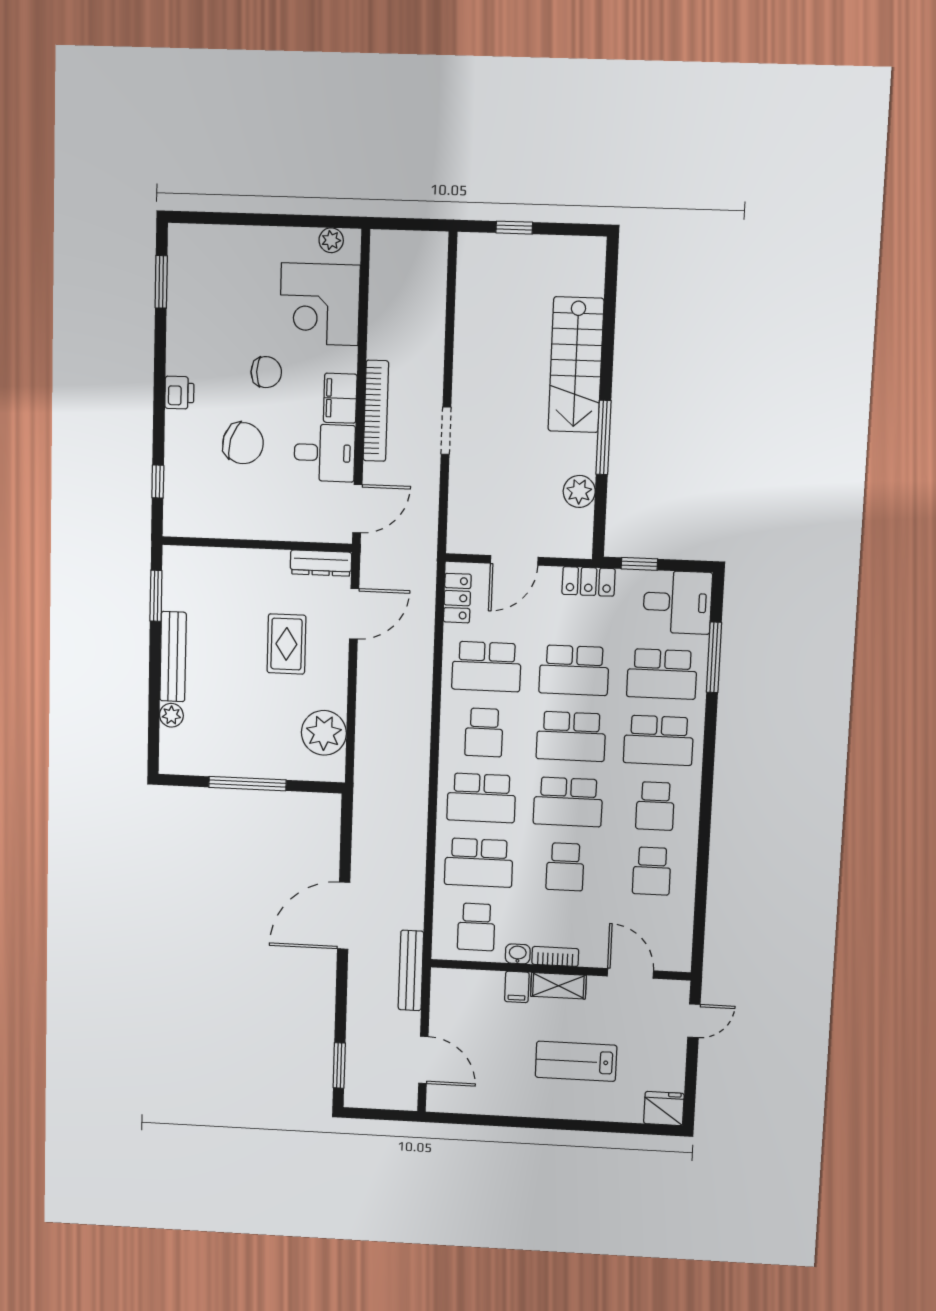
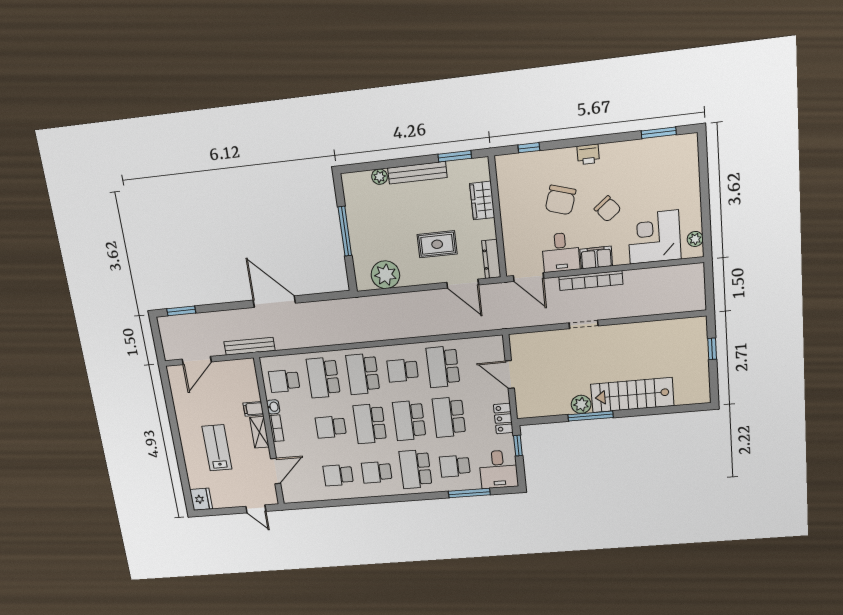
chair: (266, 372) -> (608, 209), turned -39
plant: (579, 491) -> (581, 404), moved
wardrobe: (228, 564) -> (482, 200), added
locker: (457, 598) -> (482, 344), removed
school desk: (662, 674) -> (455, 466), width x0.54

